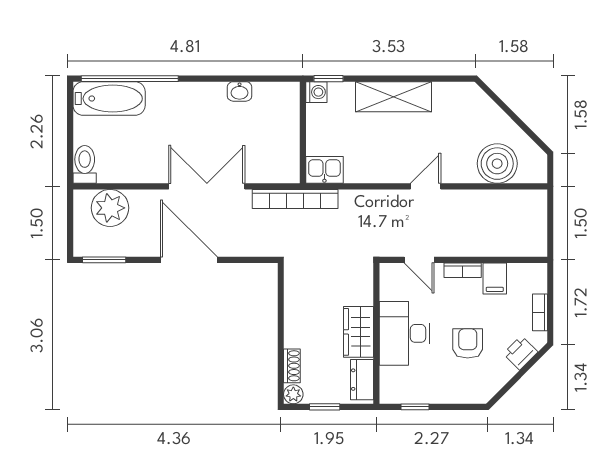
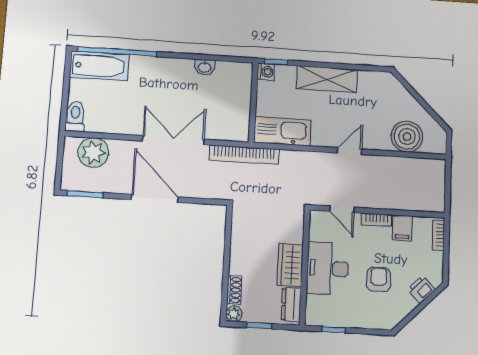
kitchen sink: (324, 170) -> (282, 131), width x1.87, depth x1.24
bookcase: (540, 312) -> (438, 235), moved

